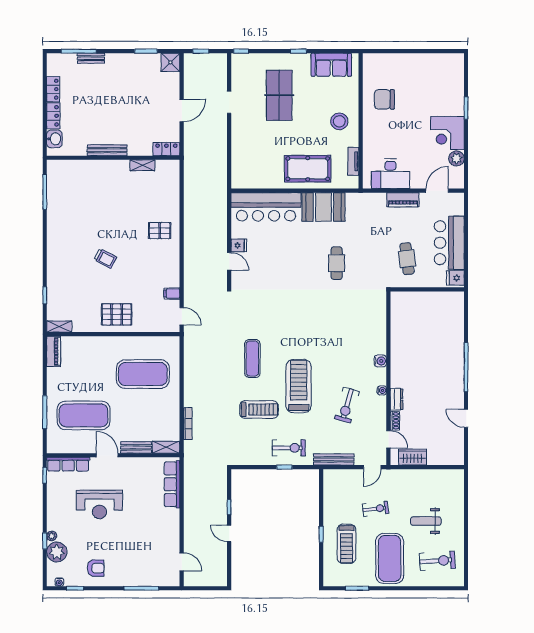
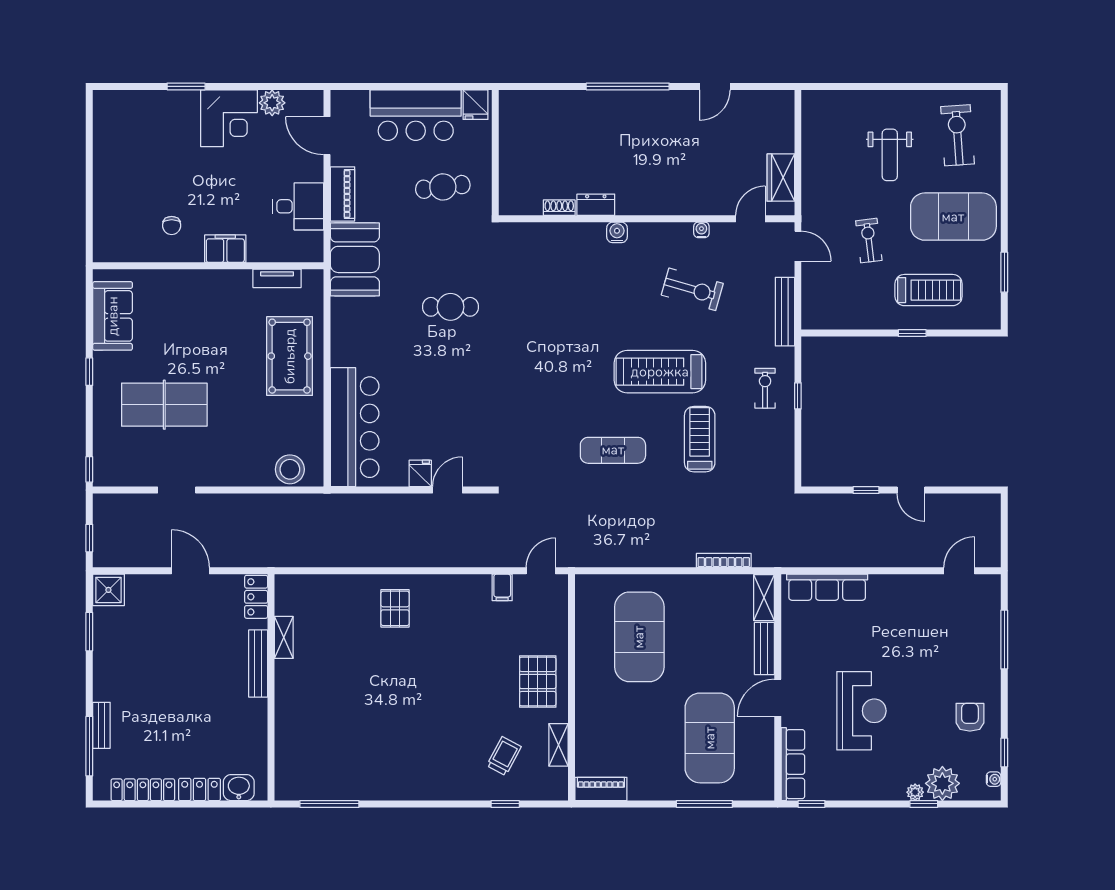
locker: (53, 89) -> (143, 790), width x1.53
chair: (384, 99) -> (172, 226), width x0.54, depth x0.54
stool: (339, 121) -> (290, 469), moved
filing cabinet: (371, 131) -> (225, 249), added
bench: (107, 150) -> (258, 664), moved
desk: (390, 174) -> (298, 206), width x0.73
booth: (323, 207) -> (355, 259), moved
trolley: (105, 259) -> (504, 756), moved
shelving: (59, 327) -> (558, 745), moved
water cooler: (382, 390) -> (701, 230), moved
dresser: (397, 399) -> (596, 205), moved
shoe rack: (395, 421) -> (559, 208), moved
exercise bike: (289, 448) -> (765, 388), width x0.73, depth x0.72
door: (229, 533) -> (911, 490), hinge flipped

